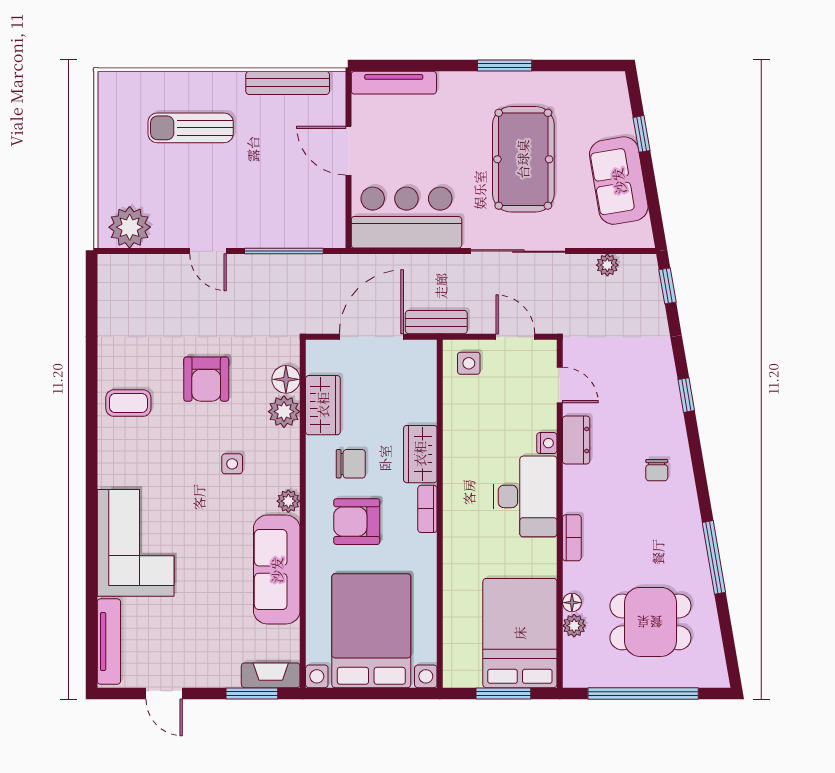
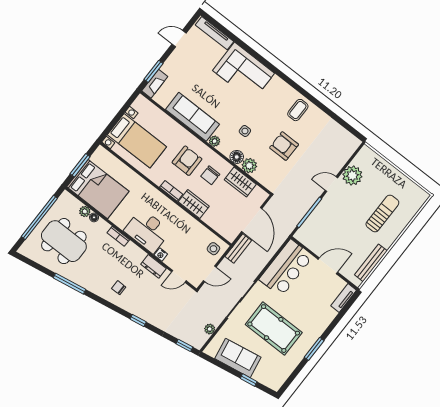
tv unit: (394, 83) -> (344, 298), width x0.71
plant: (130, 227) -> (352, 175), moved
floor lamp: (286, 379) -> (237, 157), moved
dining table: (650, 622) -> (64, 241), width x1.38
bed with nightstands: (371, 631) -> (137, 141), width x0.73

